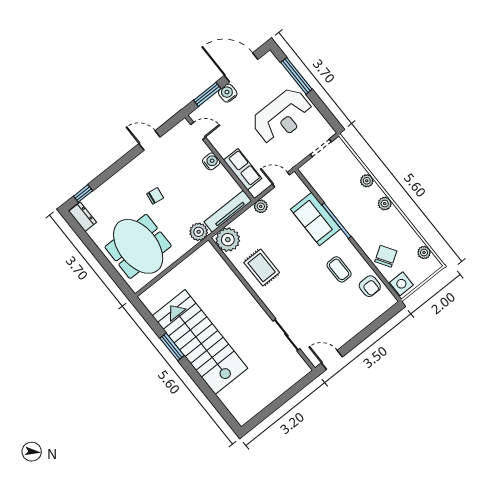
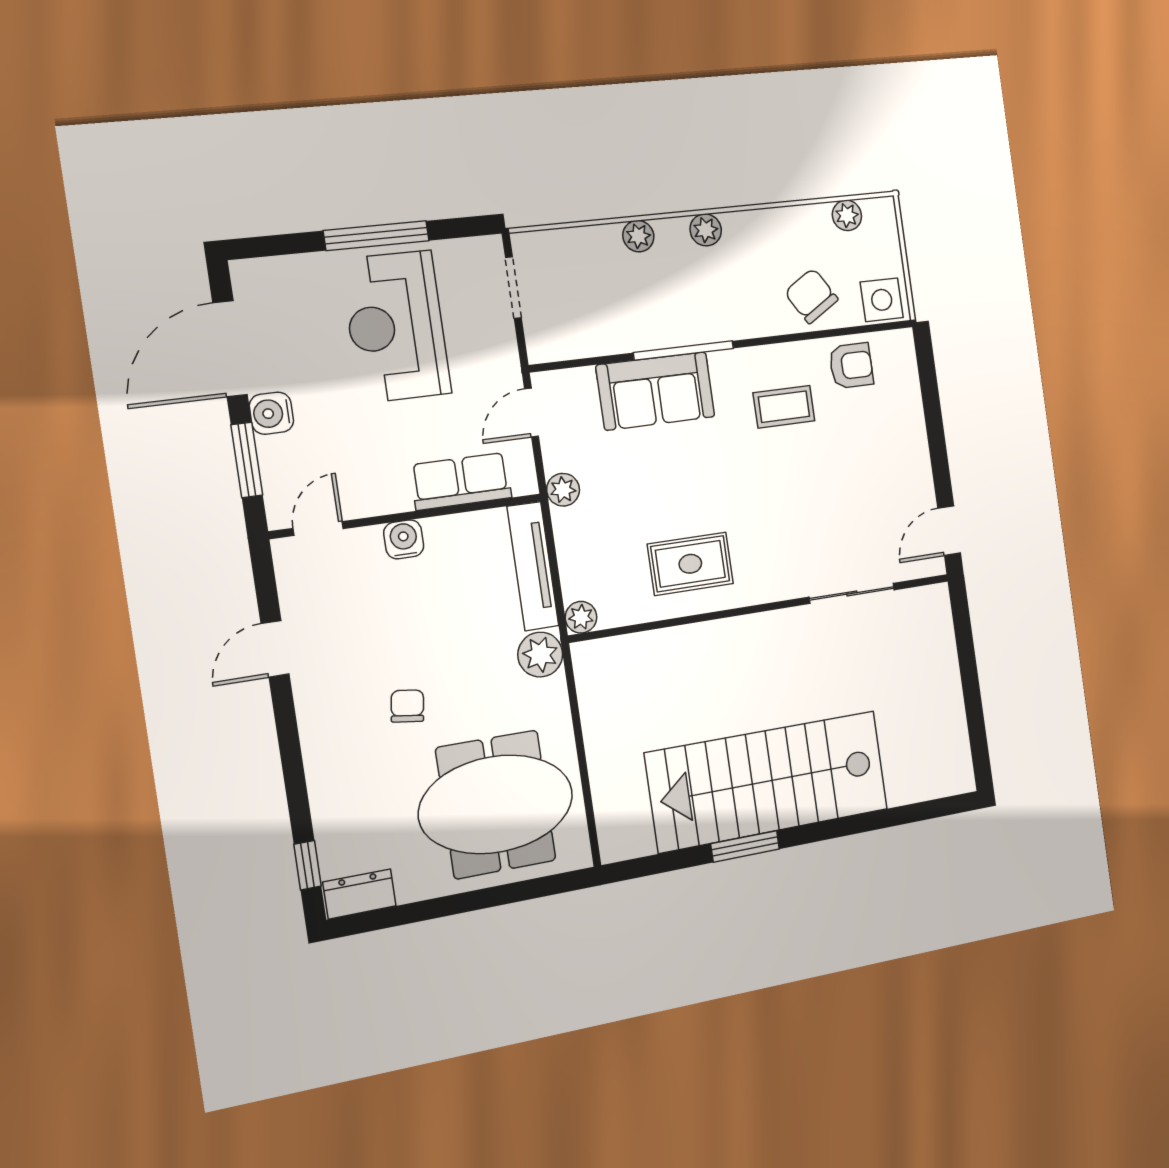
window: (296, 76) -> (376, 236), moved
reception desk: (282, 116) -> (396, 327), turned 180
plant: (228, 240) -> (581, 617), width x0.53, depth x0.53

